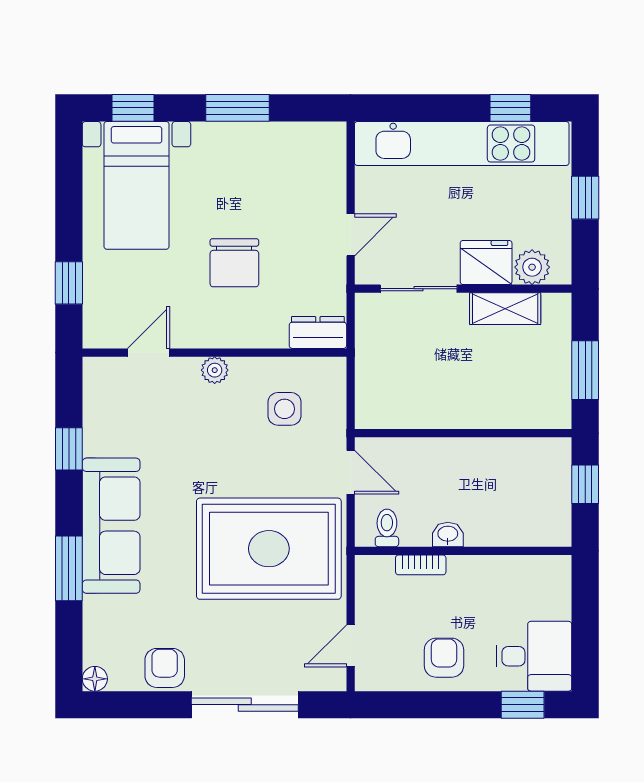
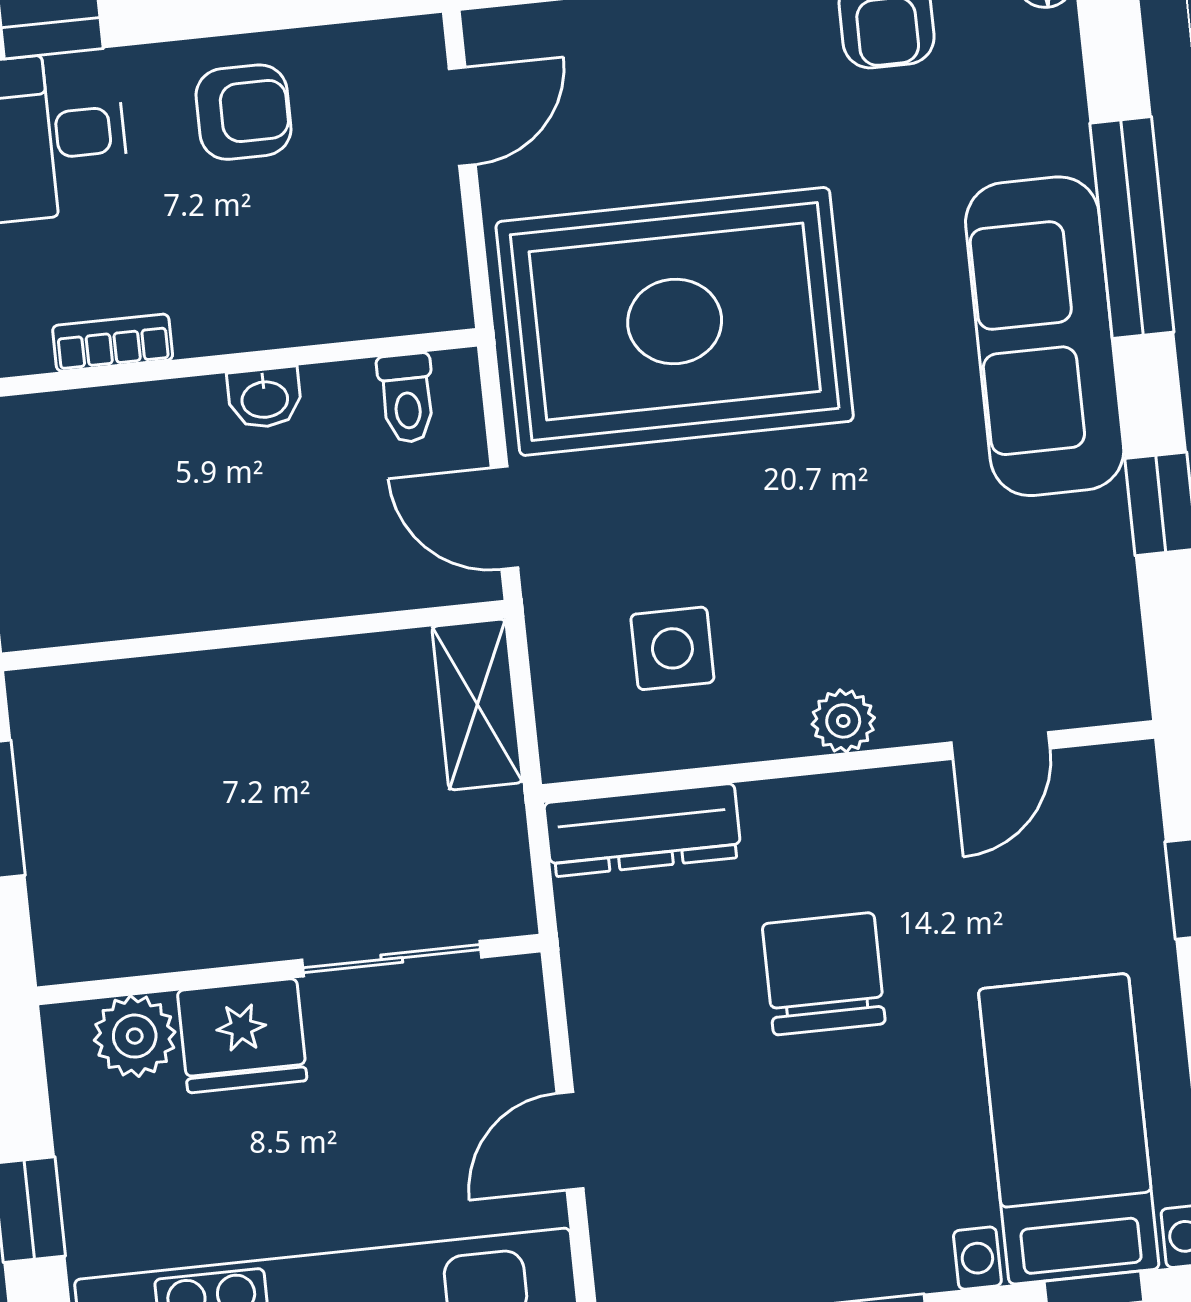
door: (351, 235) -> (570, 1141), moved
shelving: (505, 309) -> (477, 704), moved, turned 90
dresser: (318, 332) -> (643, 830), width x1.44
bookcase: (421, 565) -> (113, 343), moved
window: (69, 568) -> (1132, 228), width x1.44
armchair: (444, 658) -> (244, 112), turned -90

